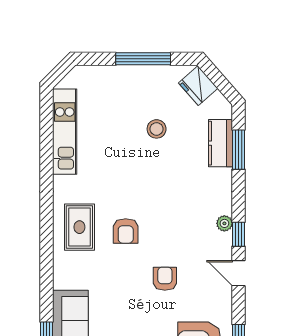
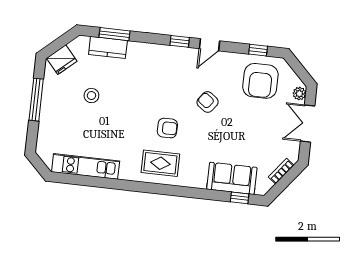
plant: (224, 223) -> (170, 51), removed
armchair: (165, 279) -> (208, 102), turned 37

